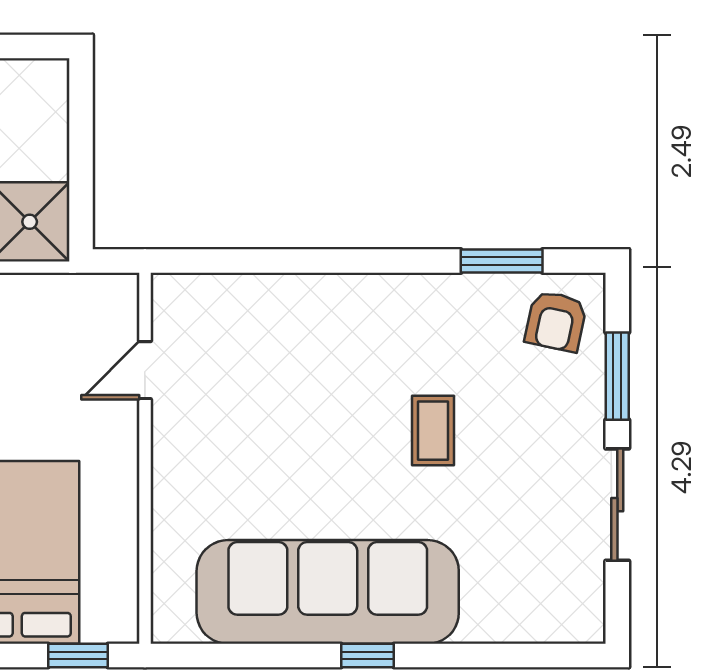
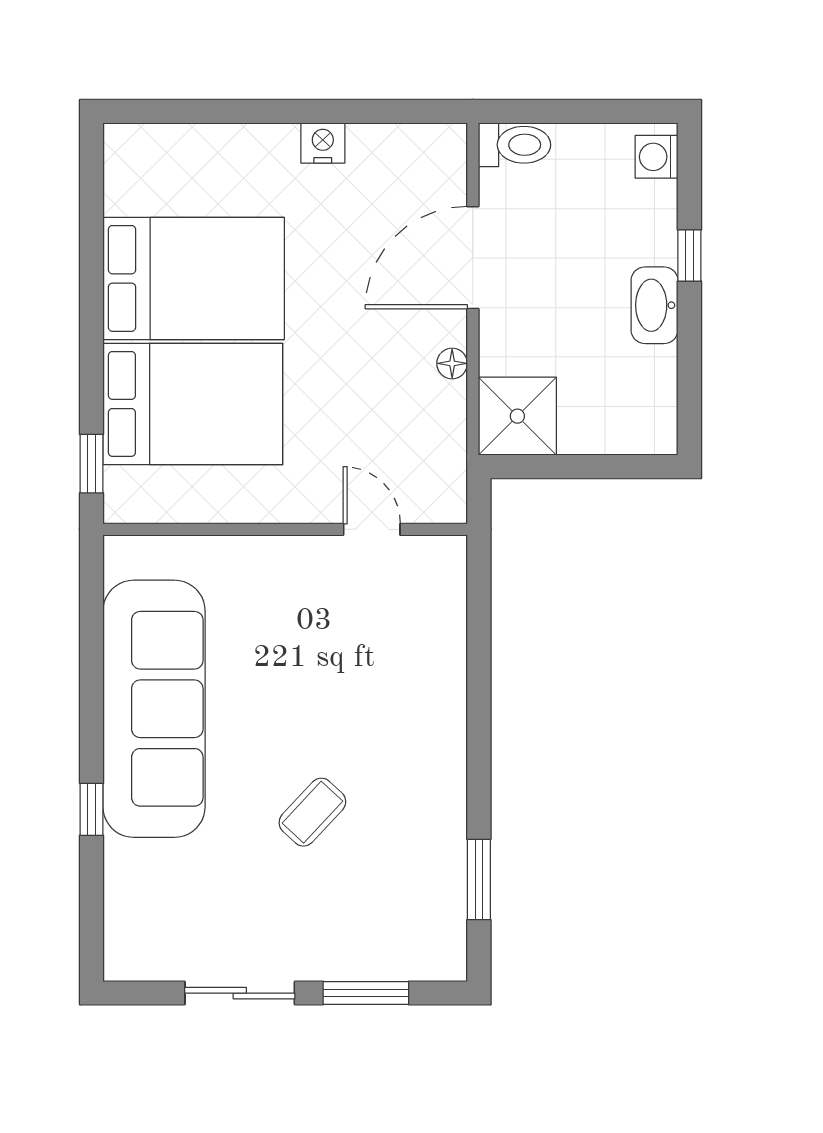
armchair: (556, 321) -> (420, 933), removed
coffee table: (433, 431) -> (312, 812), turned -47
window: (368, 656) -> (92, 809), moved

